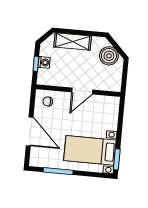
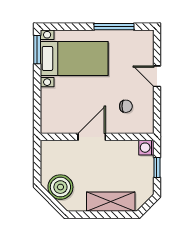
washing machine: (44, 62) -> (146, 148), moved
chair: (48, 101) -> (126, 106), moved
door: (30, 131) -> (157, 76), width x0.53

